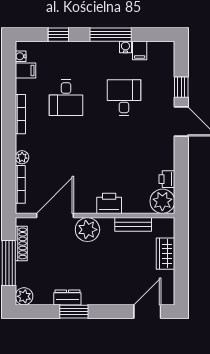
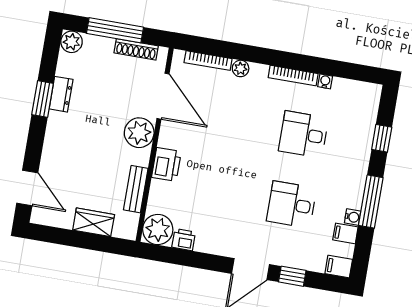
water cooler: (21, 56) -> (325, 81), moved
filing cabinet: (25, 70) -> (339, 267), moved, turned 90
desk: (124, 98) -> (291, 205), turned 180

